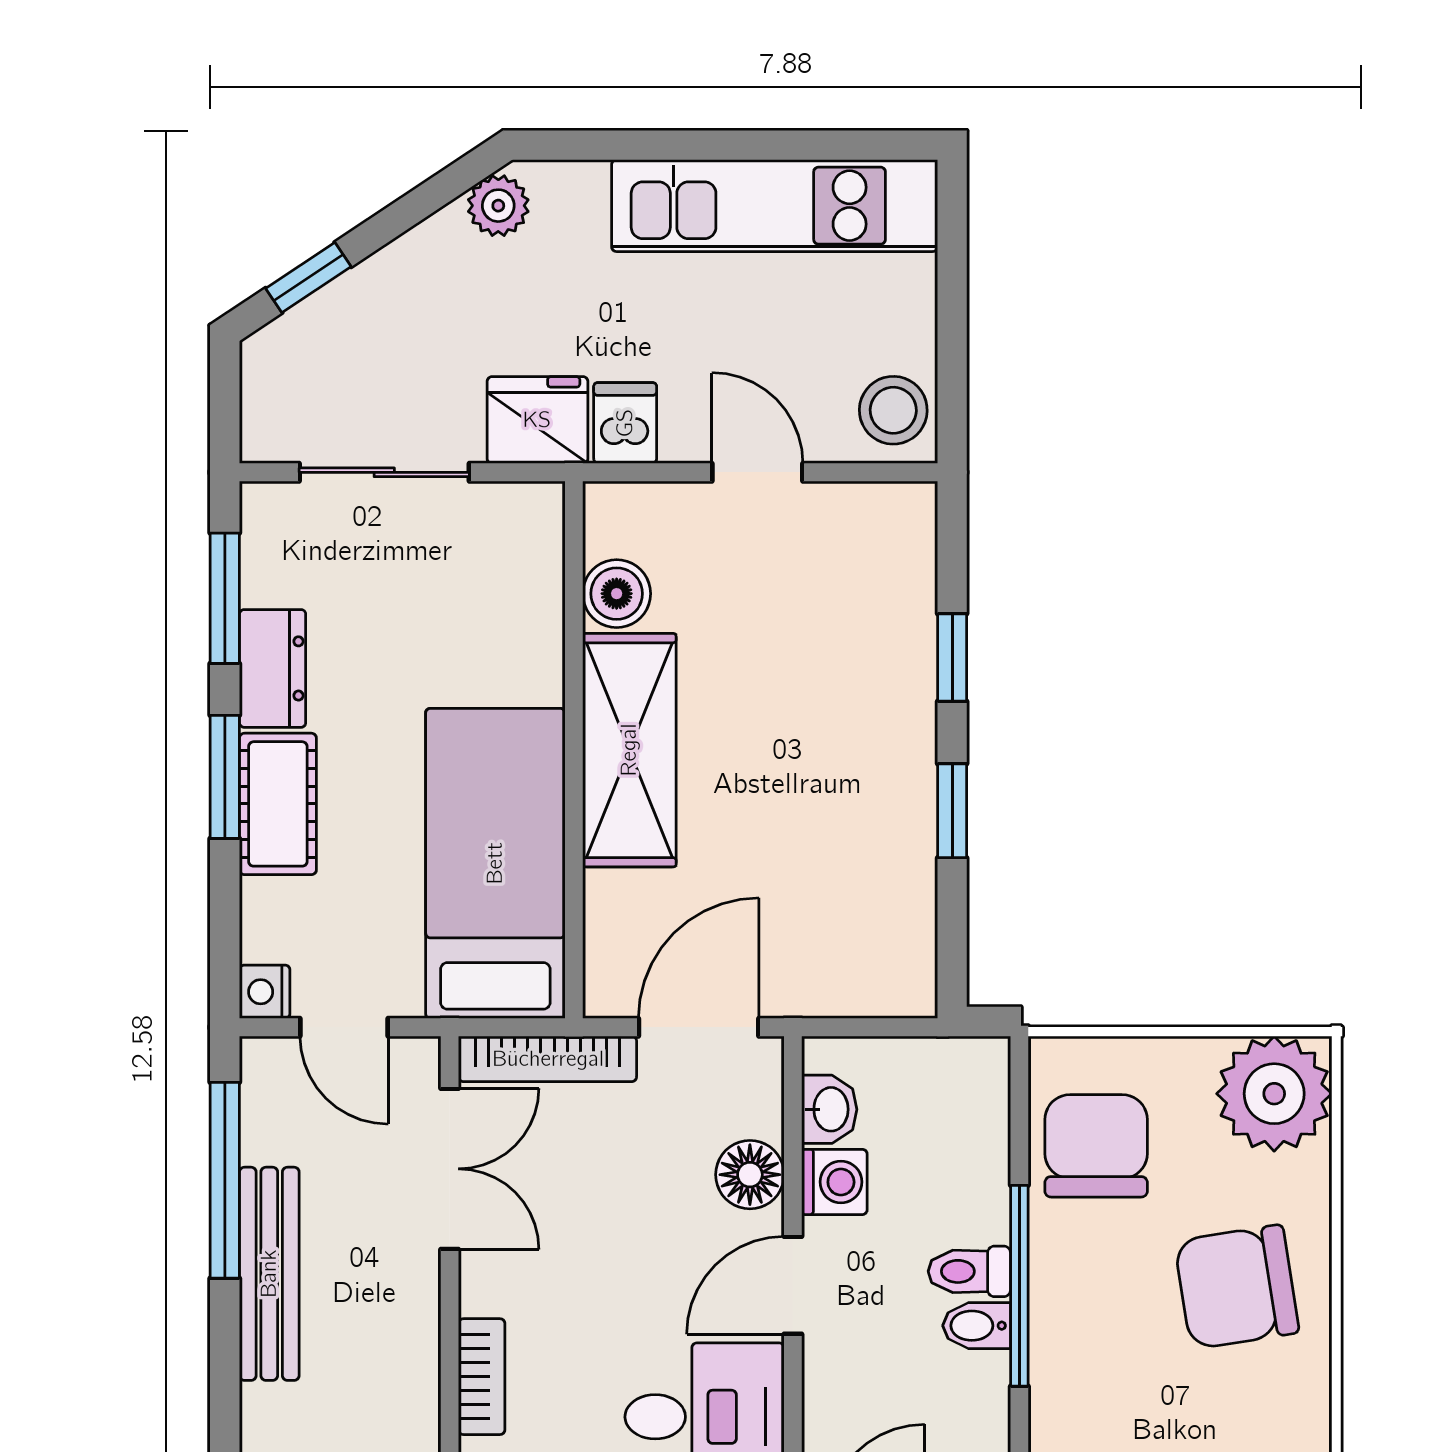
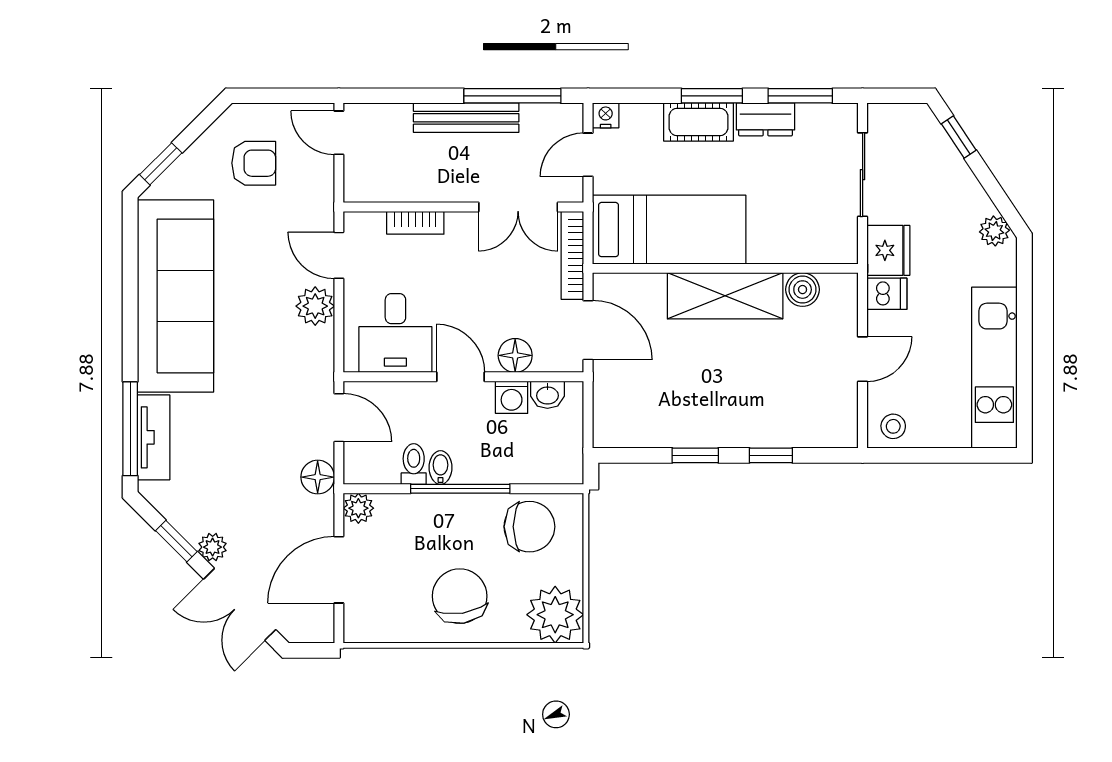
stool: (893, 410) -> (893, 426), width x0.73, depth x0.73
toilet: (969, 1271) -> (414, 464), moved

